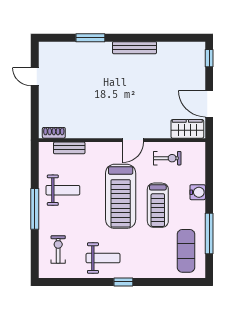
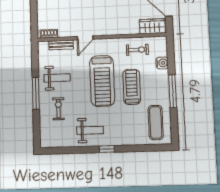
door: (133, 140) -> (85, 38), moved
water cooler: (198, 192) -> (162, 63), moved
treadmill: (158, 205) -> (132, 87), turned 180
window: (209, 234) -> (173, 91), moved
exercise bike: (58, 249) -> (58, 109), moved

